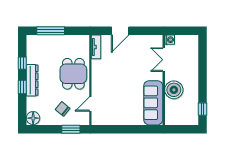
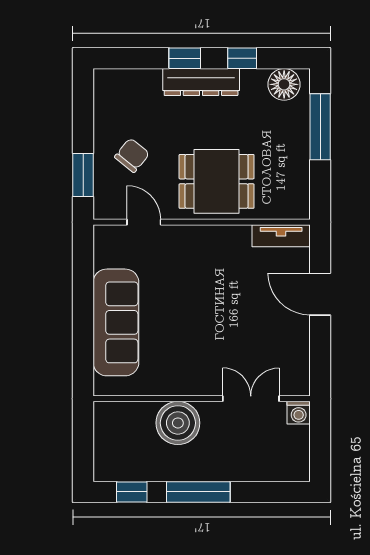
window: (203, 81) -> (198, 492), added
sofa: (153, 103) -> (116, 322), moved, turned 90
floor lamp: (33, 118) -> (284, 84), moved

